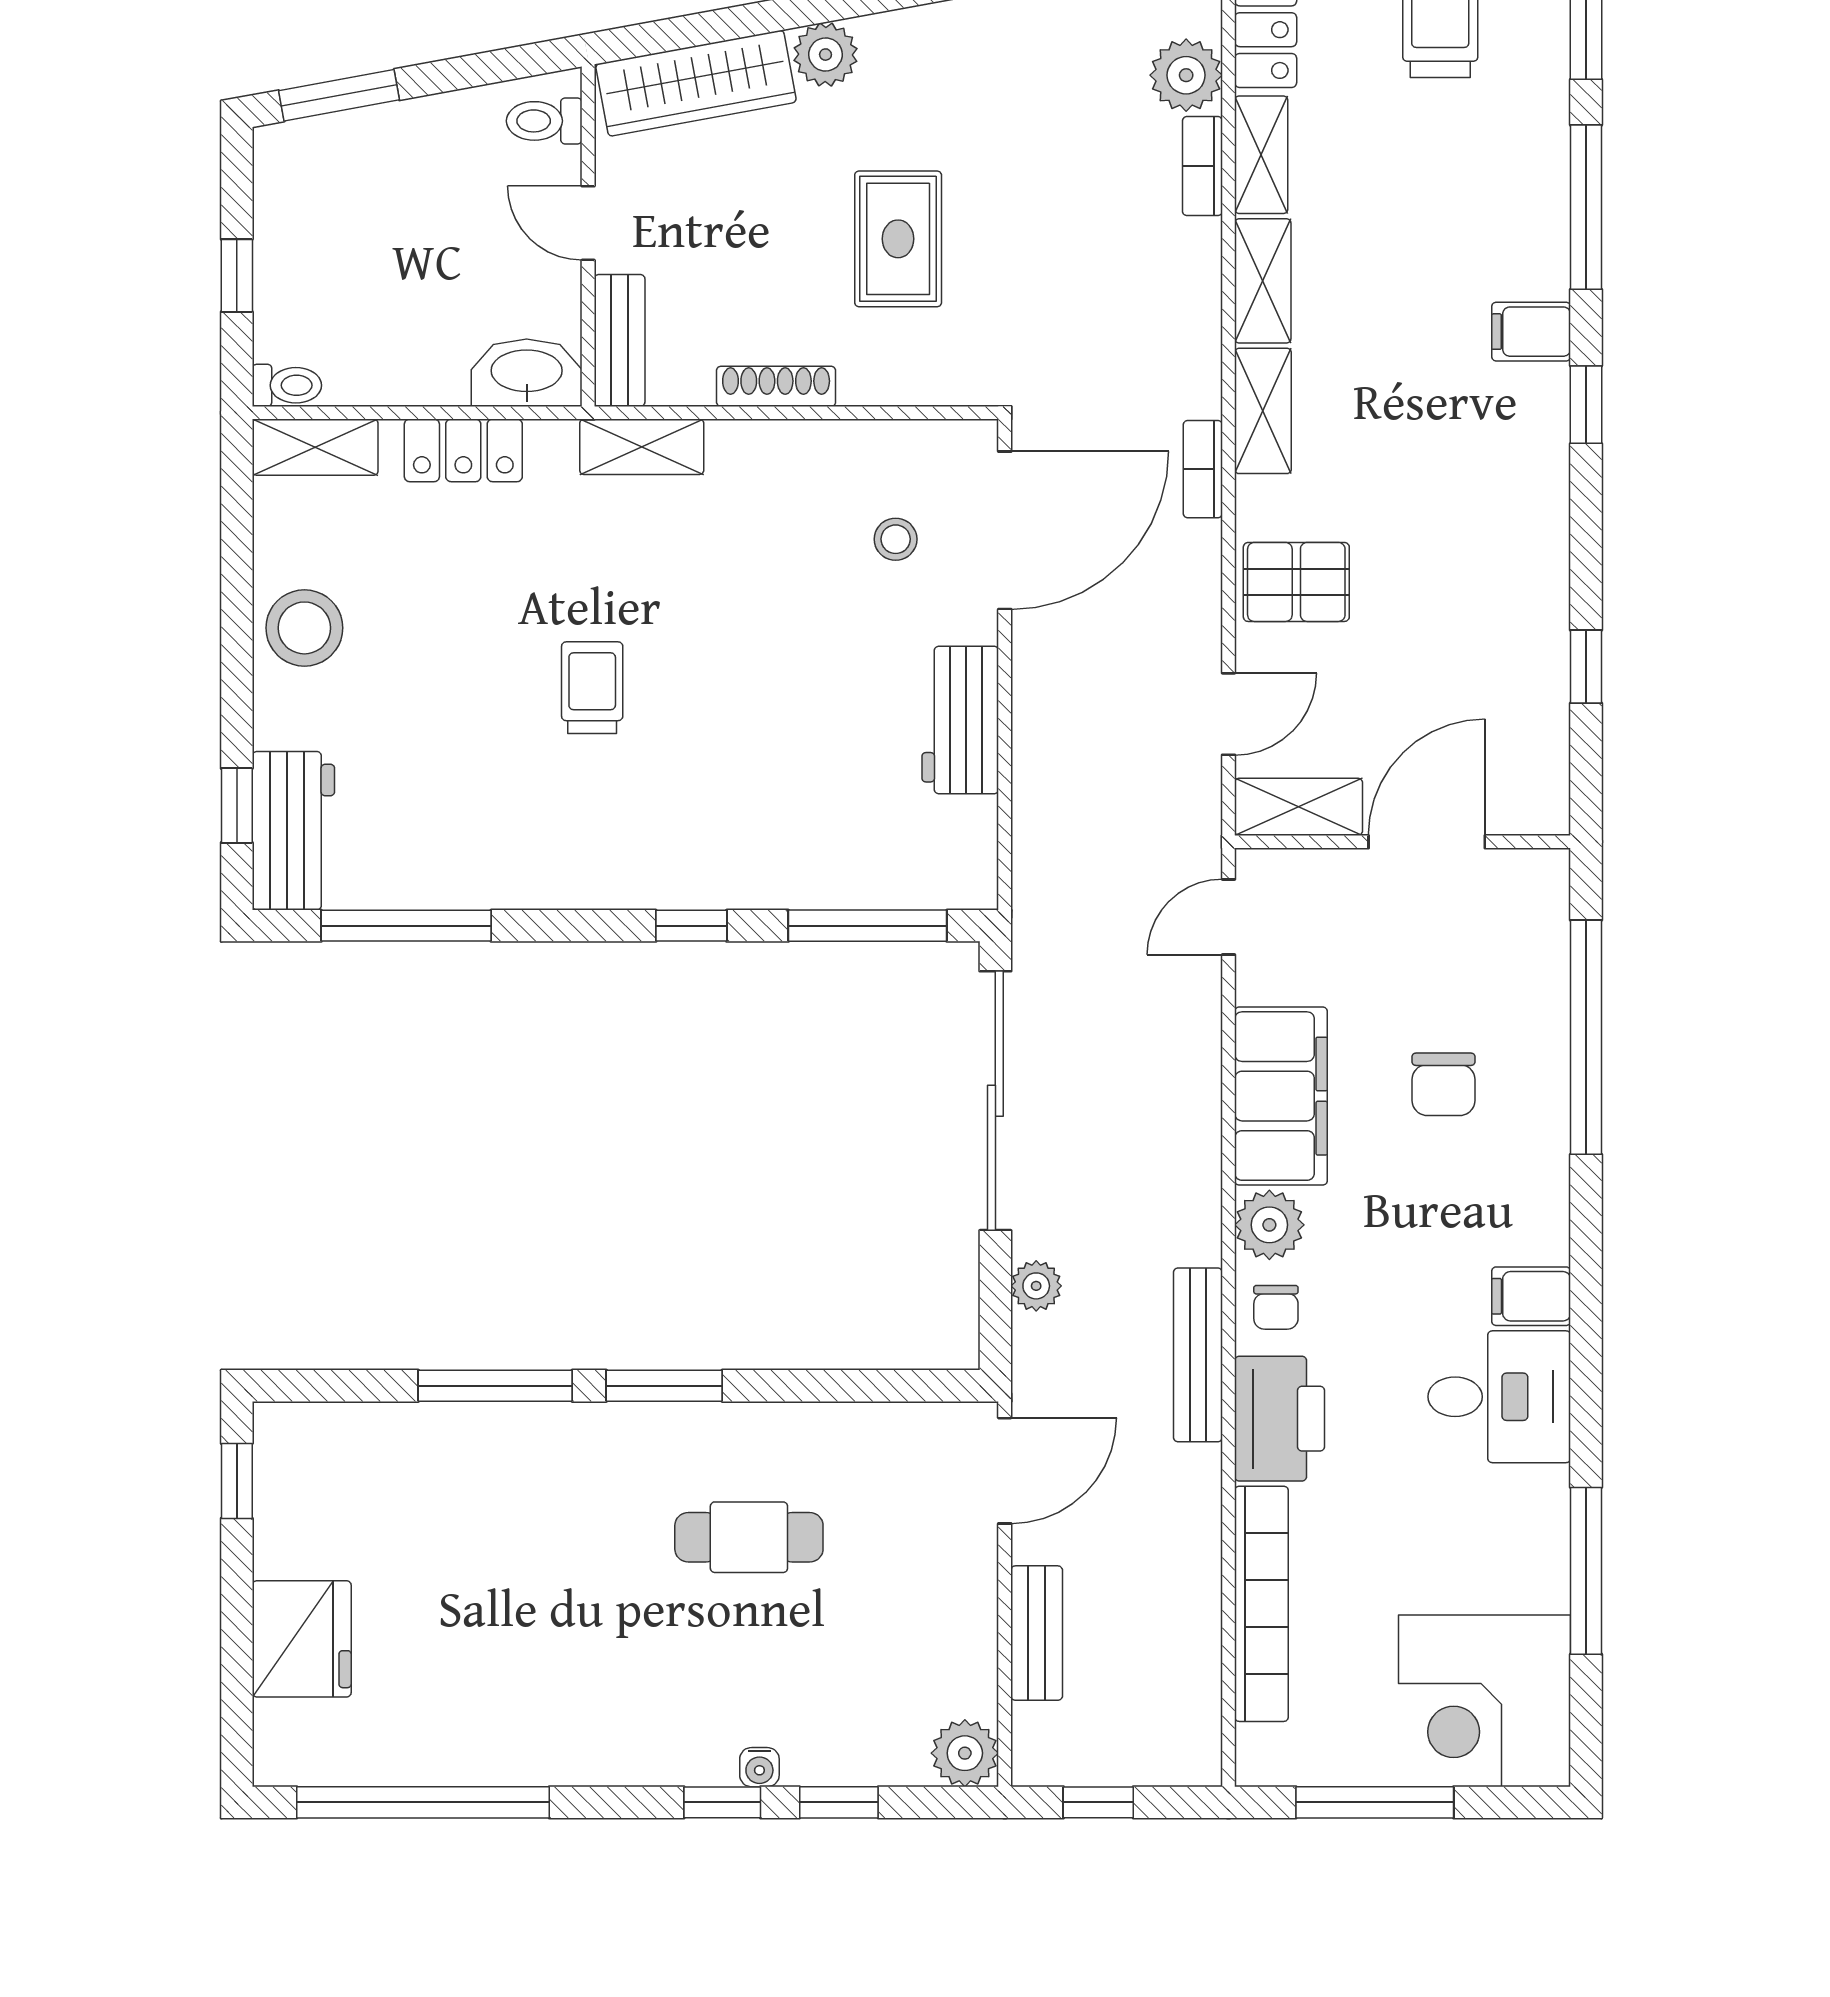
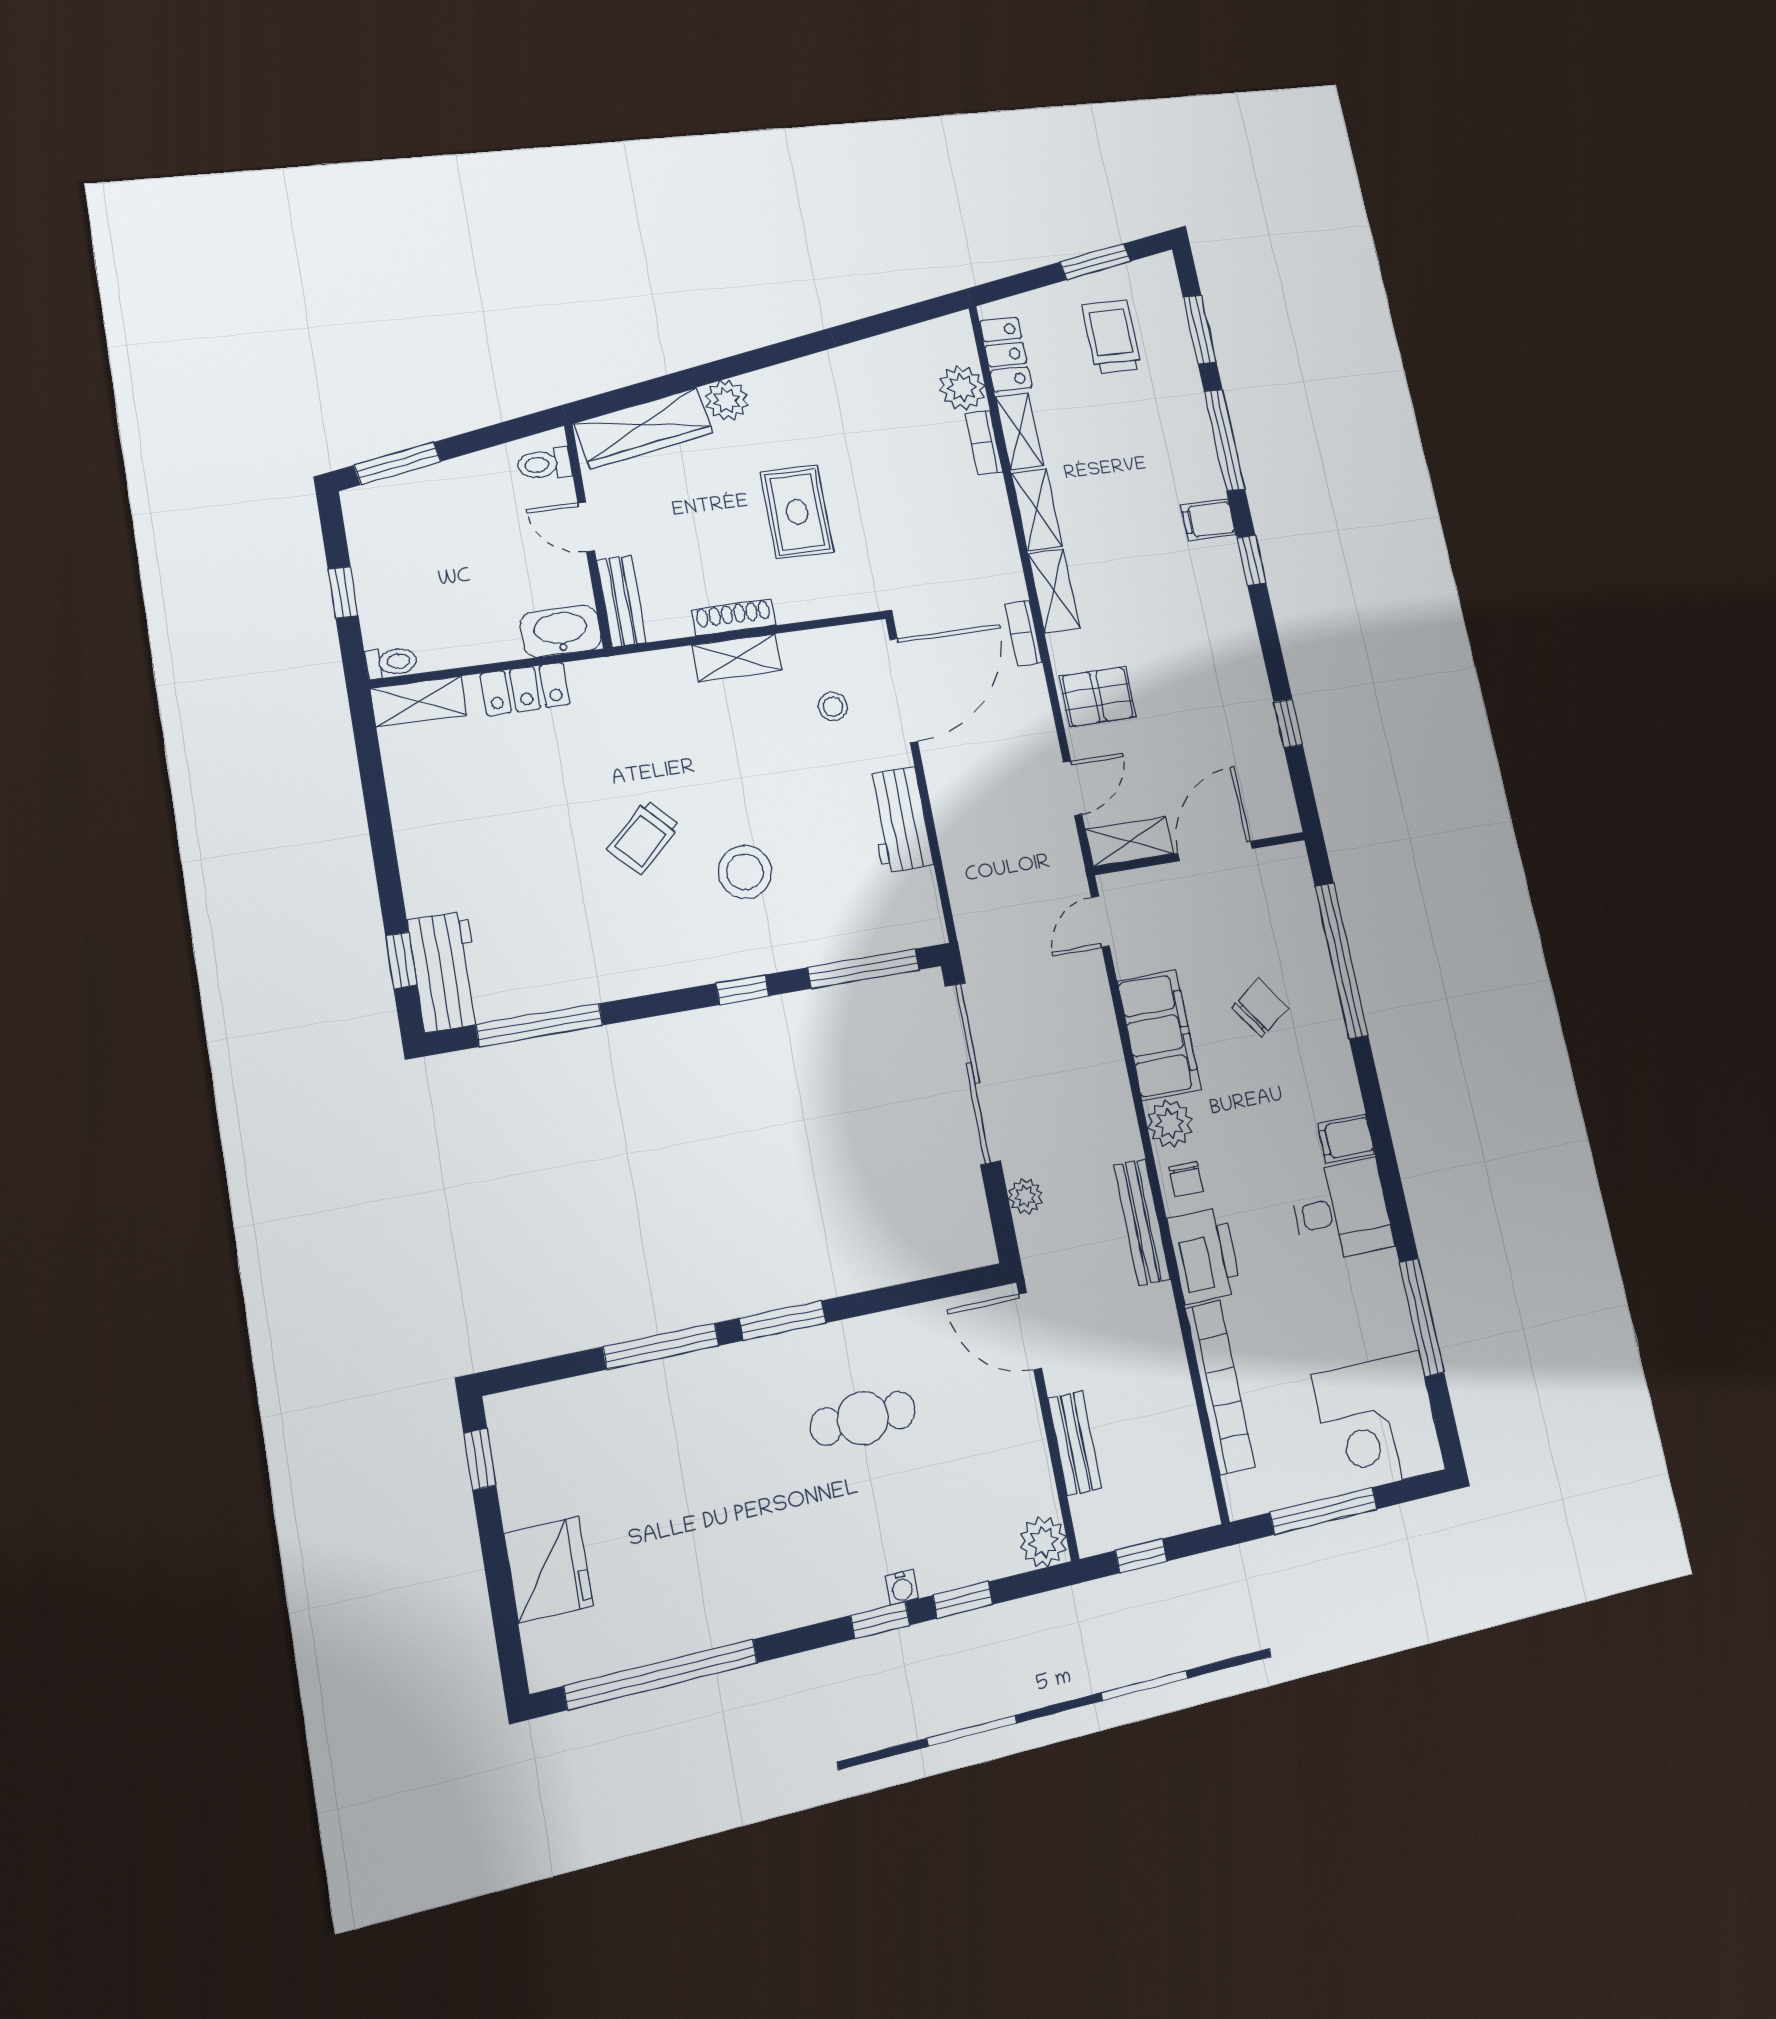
shelving: (642, 447) -> (737, 658), moved
stool: (304, 628) -> (745, 872), moved
trolley: (592, 688) -> (644, 837), turned -133
chair: (1443, 1084) -> (1260, 1008), turned -125
door: (1005, 1471) -> (1030, 1331), swing flipped

